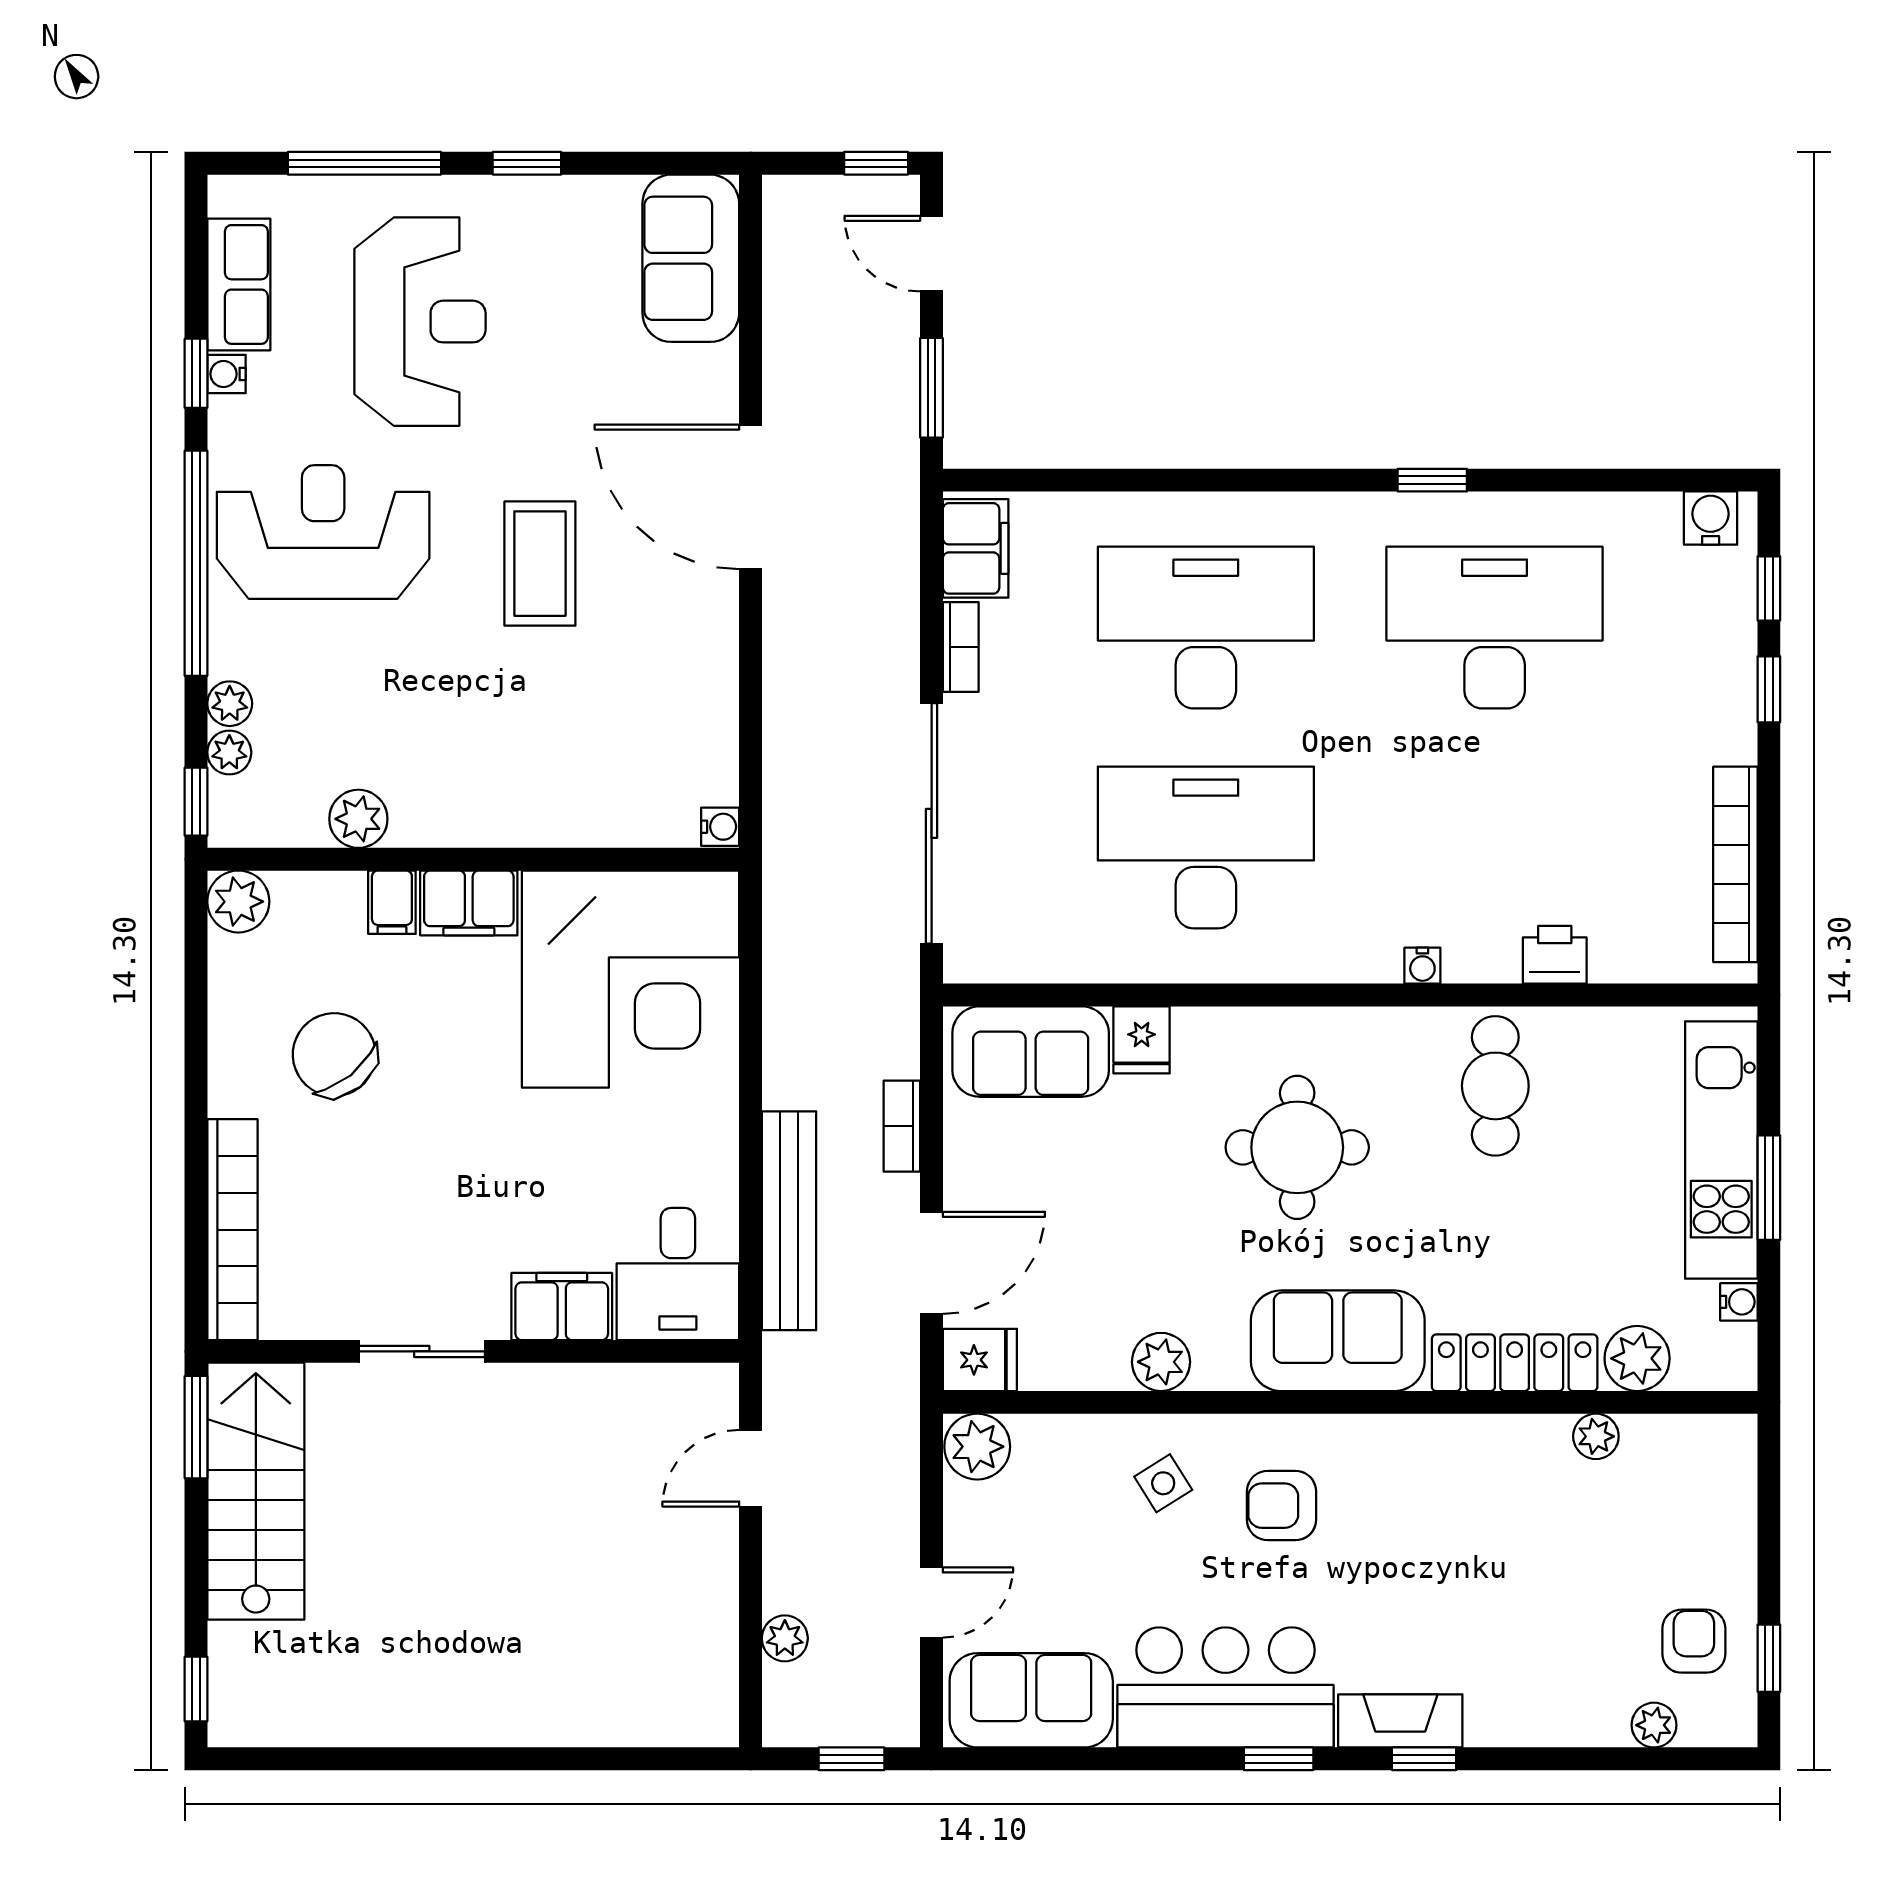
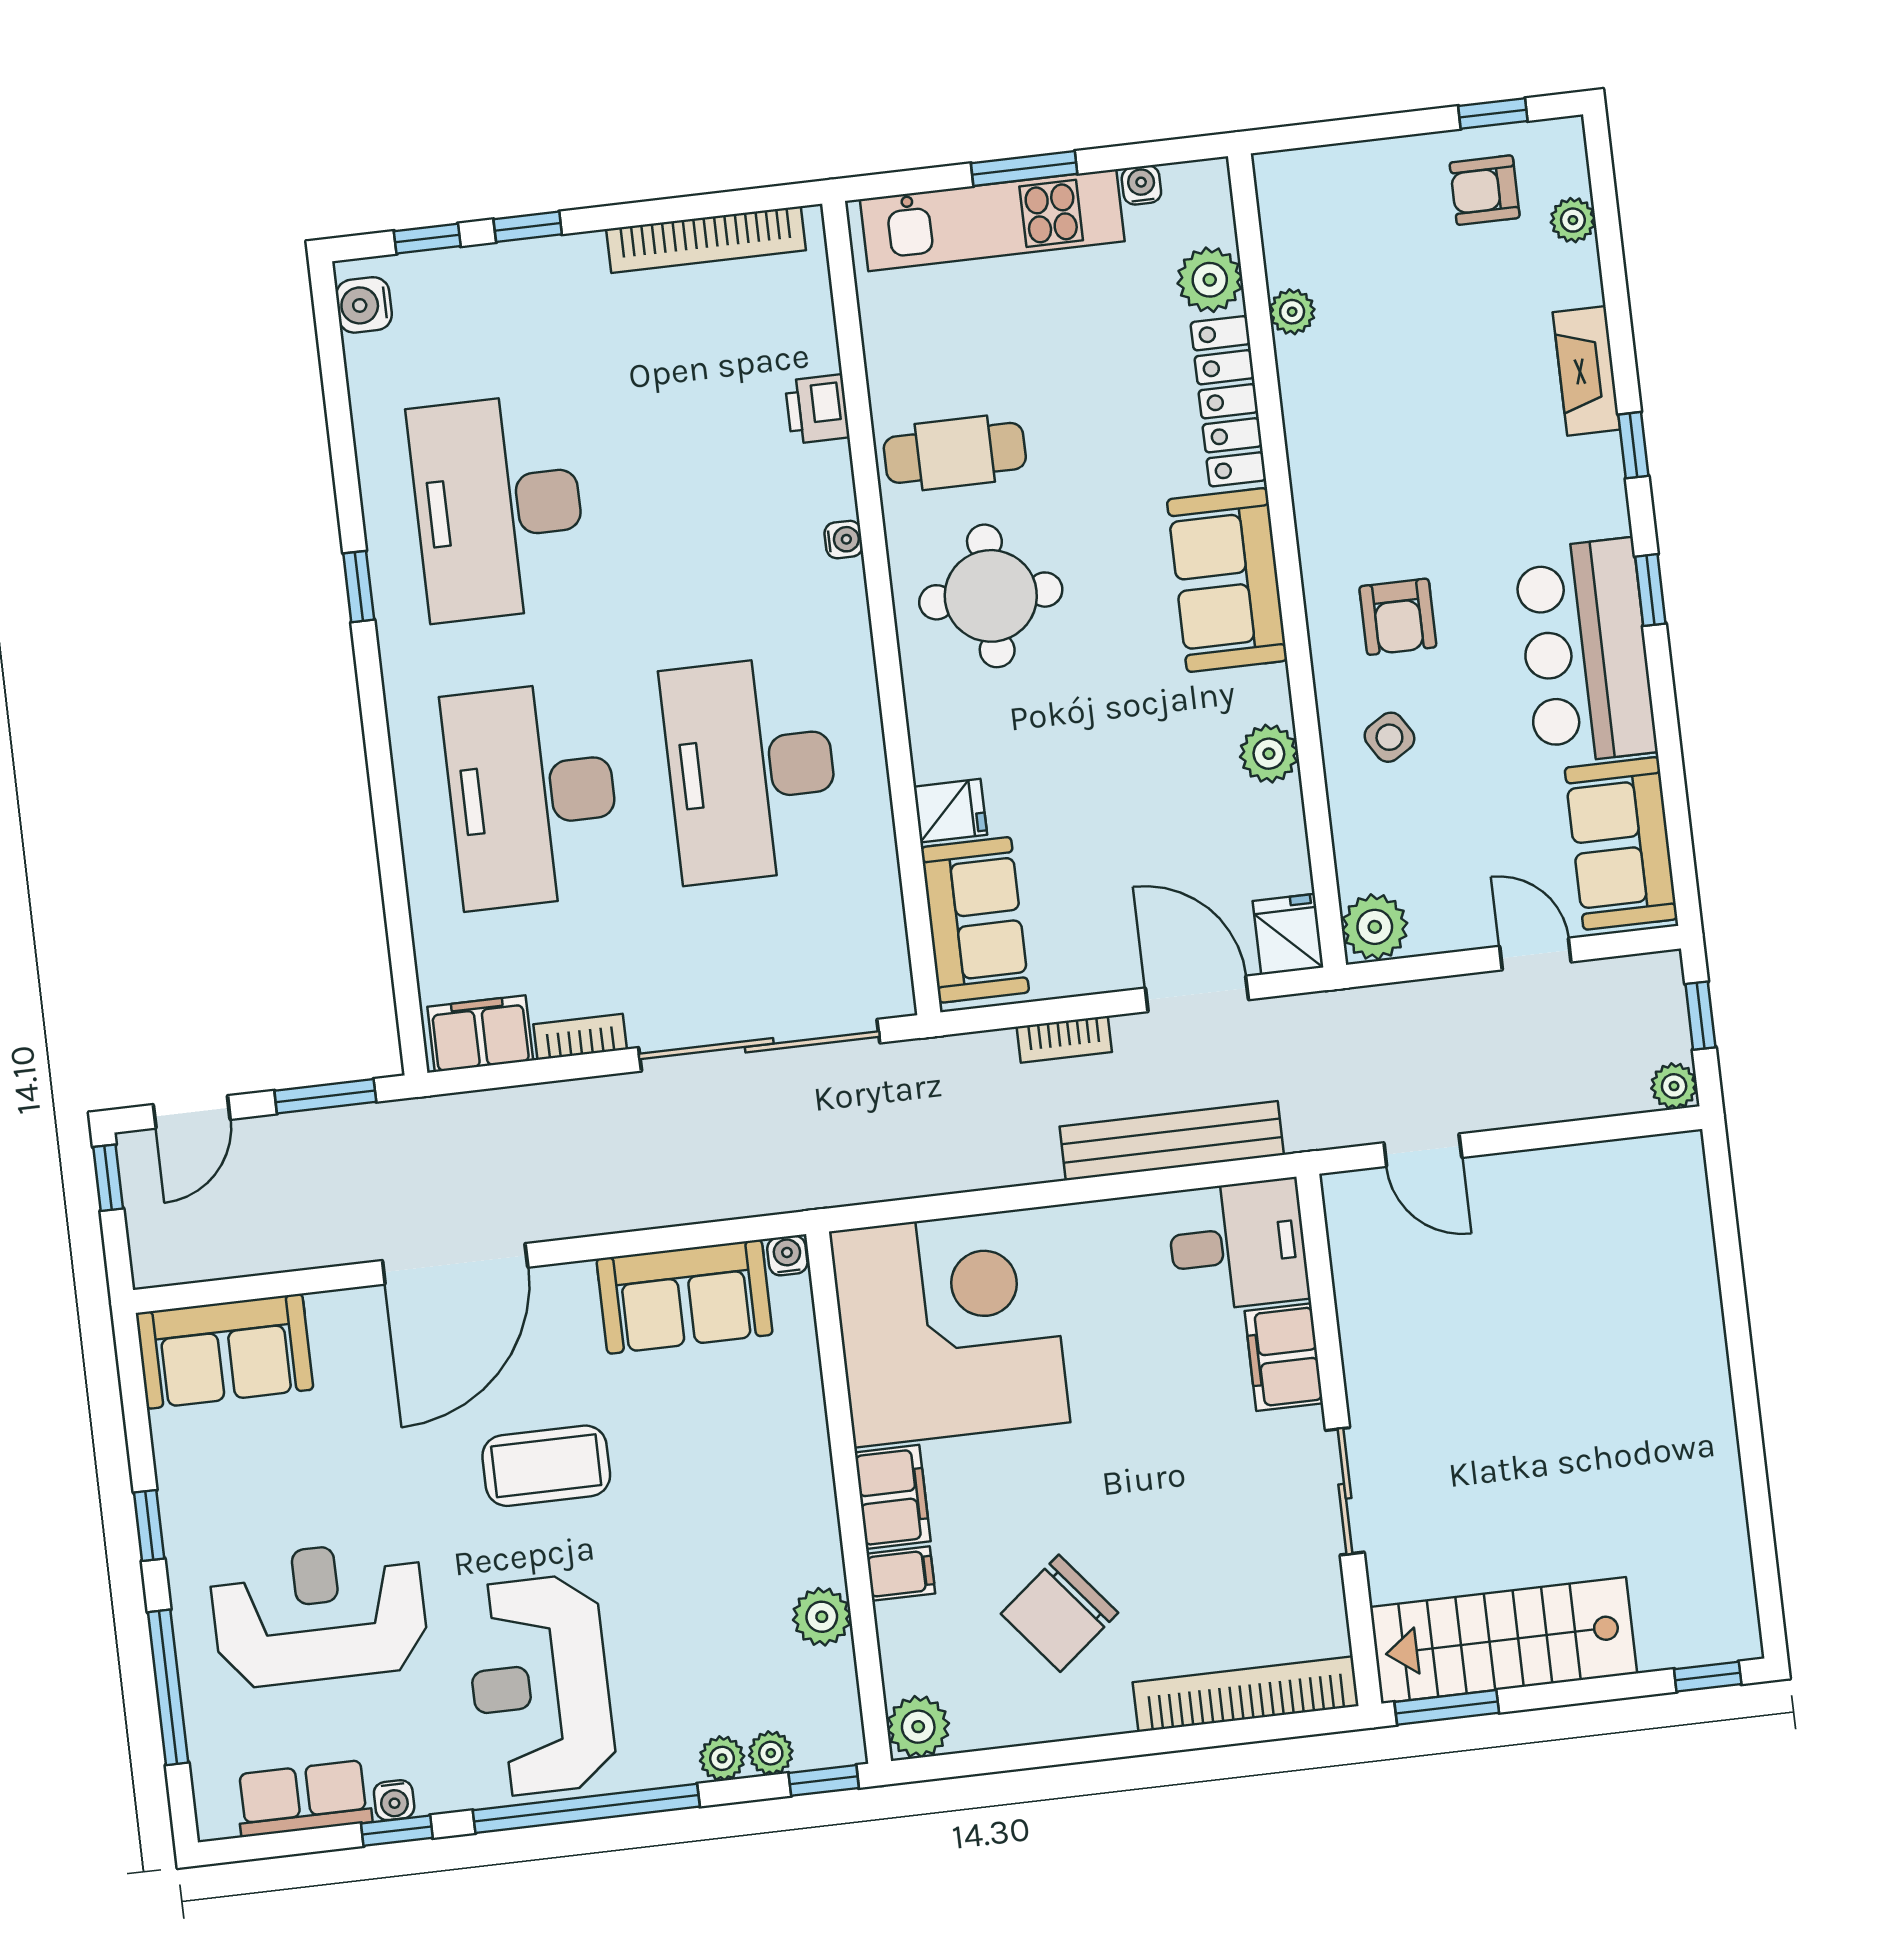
sofa: (691, 720) -> (685, 1297), added
round table: (1297, 1147) -> (991, 596), moved
plant: (785, 1638) -> (1674, 1086), moved
fireplace: (1400, 1721) -> (1586, 371), moved

